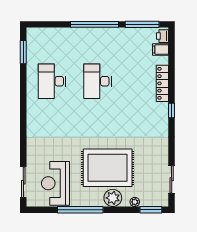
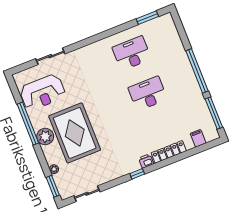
printer: (163, 36) -> (146, 161), moved
window: (172, 111) -> (137, 174), moved
sliding door: (23, 182) -> (50, 56), moved
reception desk: (55, 183) -> (43, 92), turned 180
plant: (113, 198) -> (45, 137), moved

